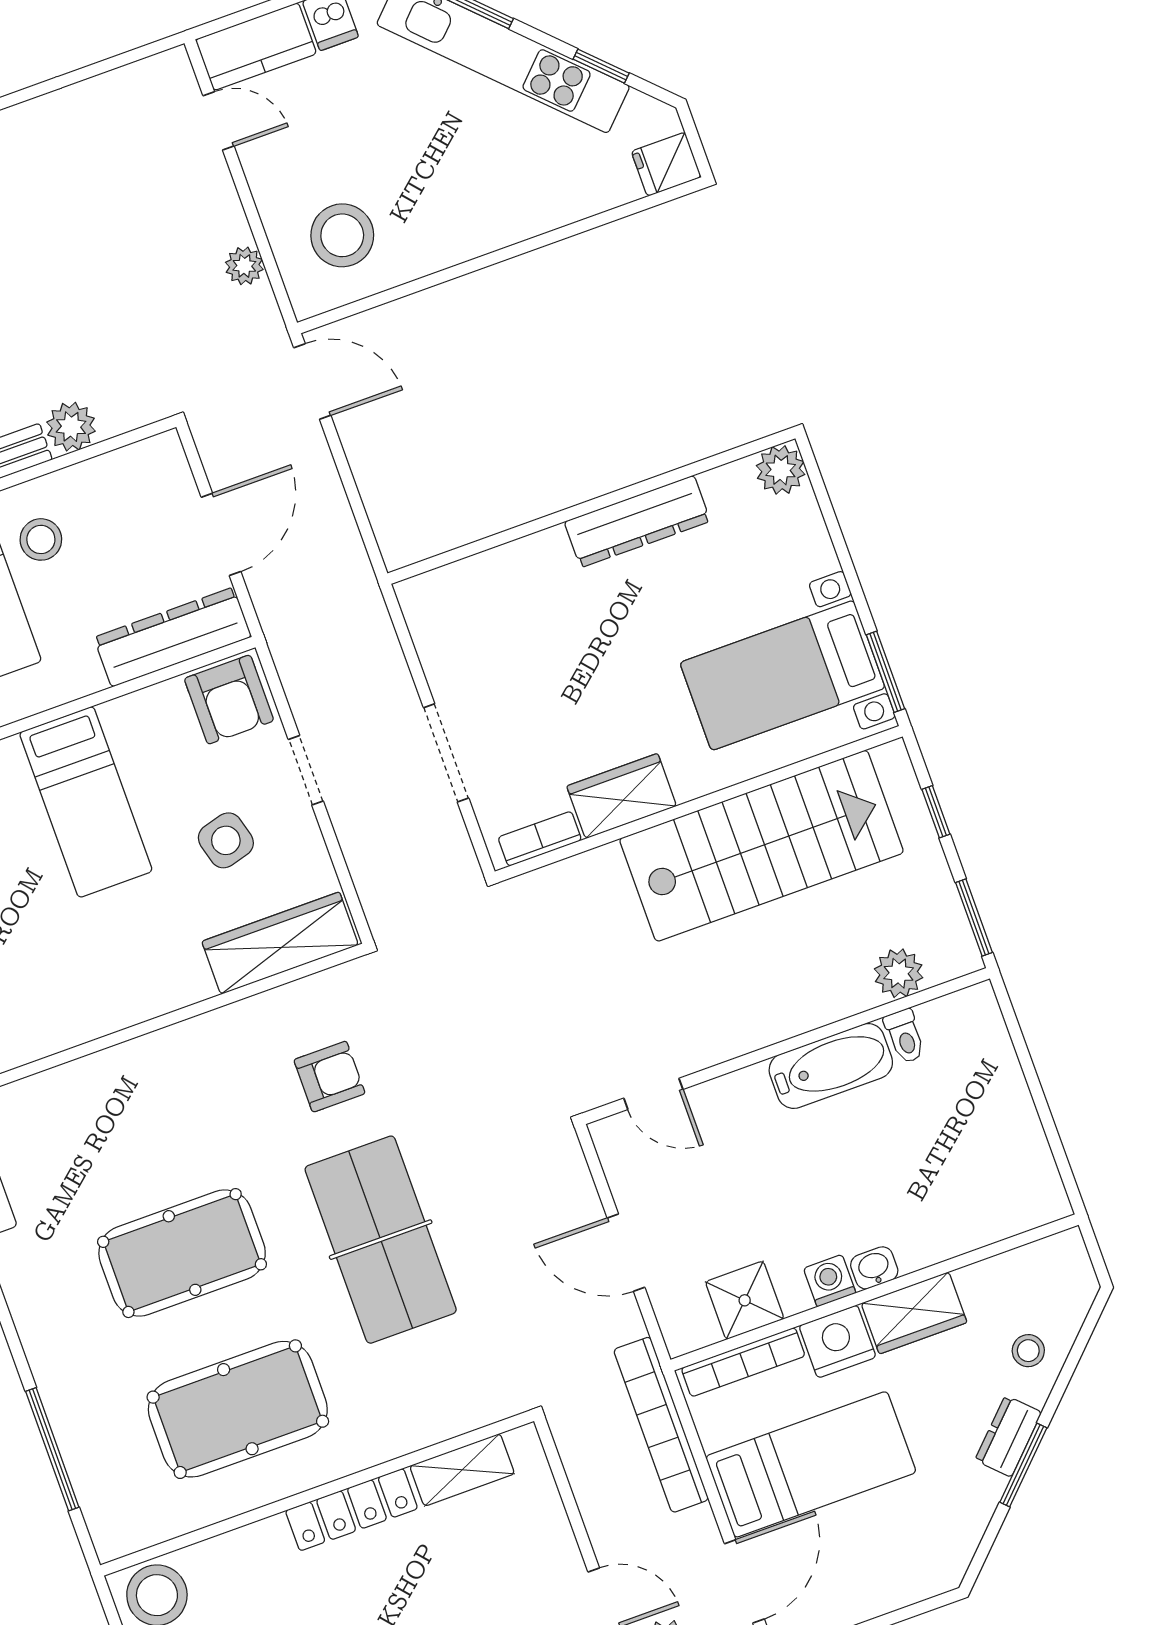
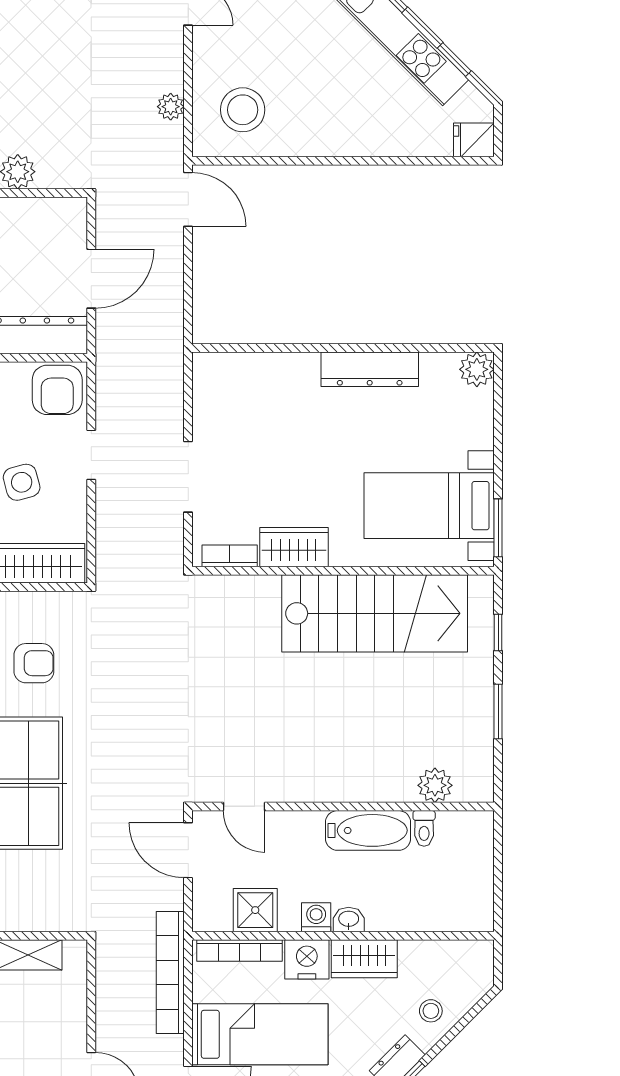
plant: (899, 973) -> (435, 785), moved
toilet: (905, 1036) -> (424, 828), moved
wall: (786, 1046) -> (343, 807), moved
bathtub: (831, 1066) -> (368, 830), moved
door: (653, 1094) -> (244, 807), moved

